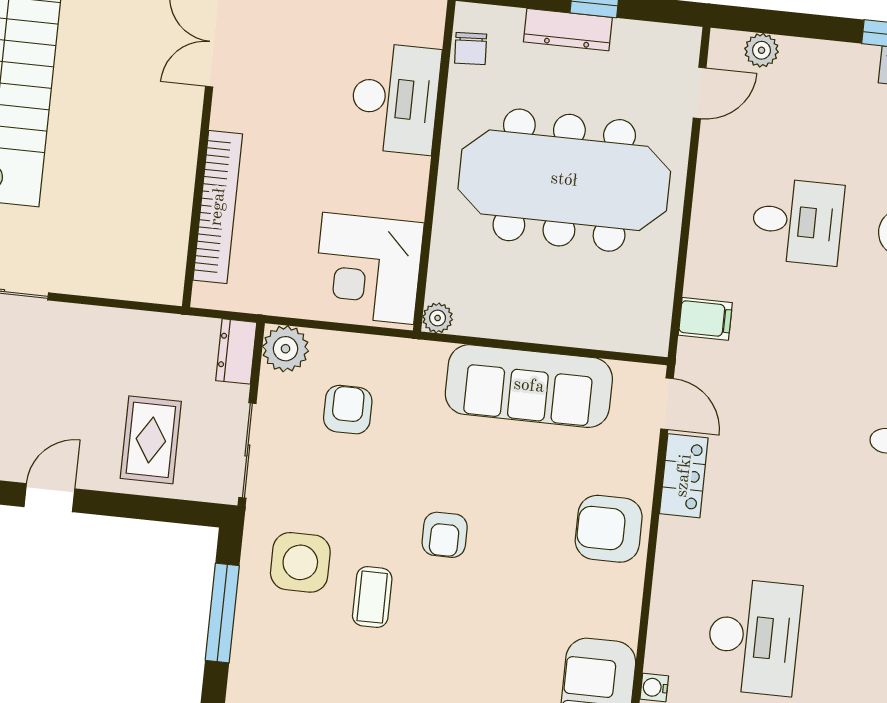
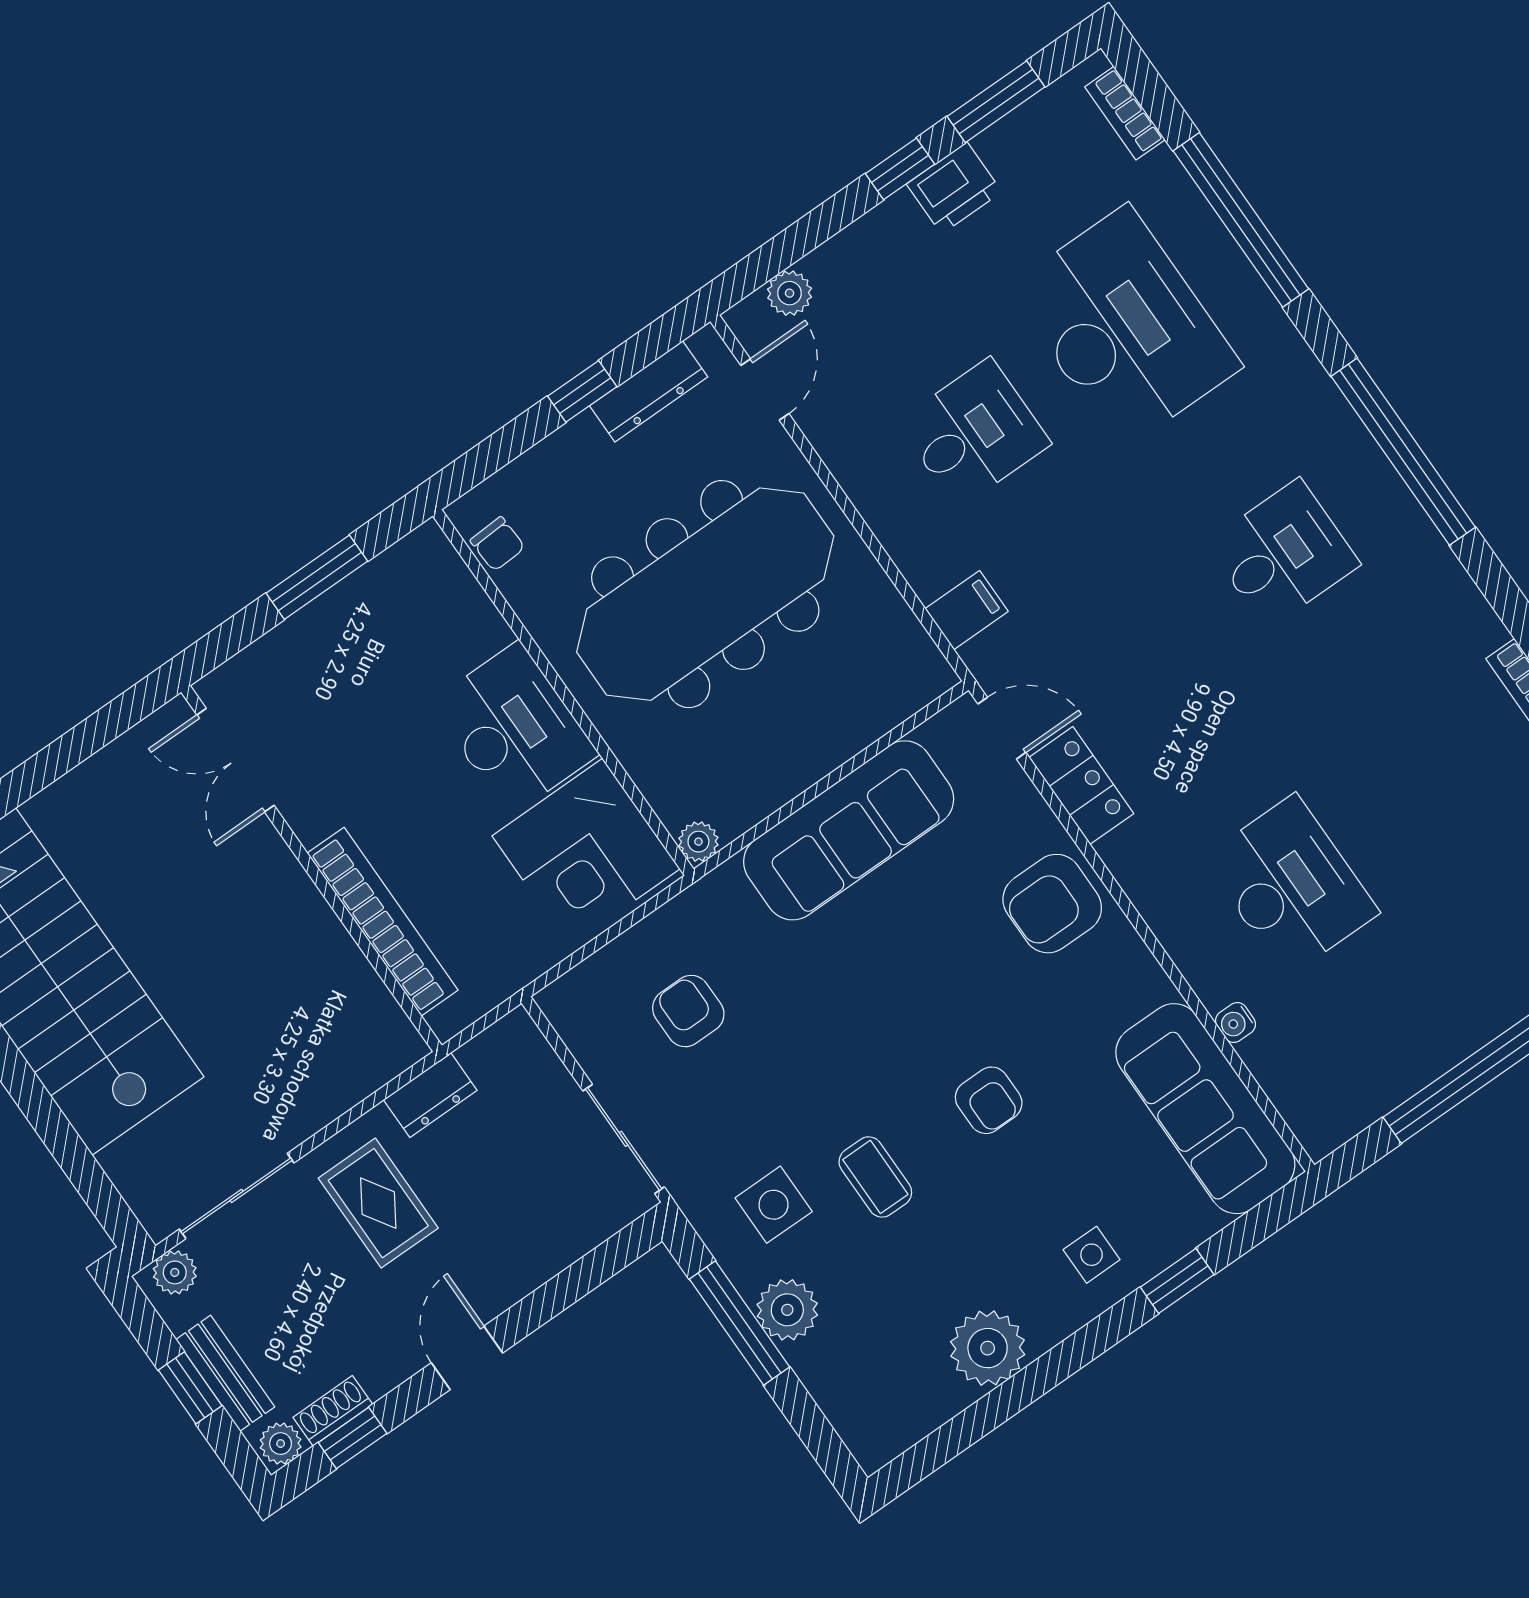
dresser: (568, 30) -> (649, 391), moved
desk: (395, 98) -> (514, 729), moved
plant: (286, 349) -> (787, 1310), moved
dresser: (236, 351) -> (430, 1095), moved, turned -90
rug: (151, 440) -> (378, 1203), moved
armchair: (445, 535) -> (989, 1100), moved
side table: (300, 562) -> (774, 1205), width x0.73, depth x0.73

